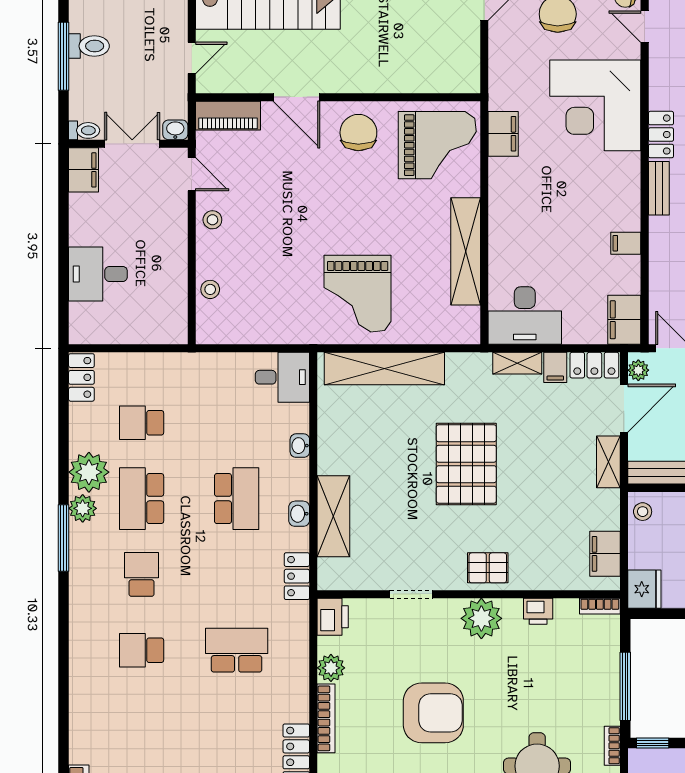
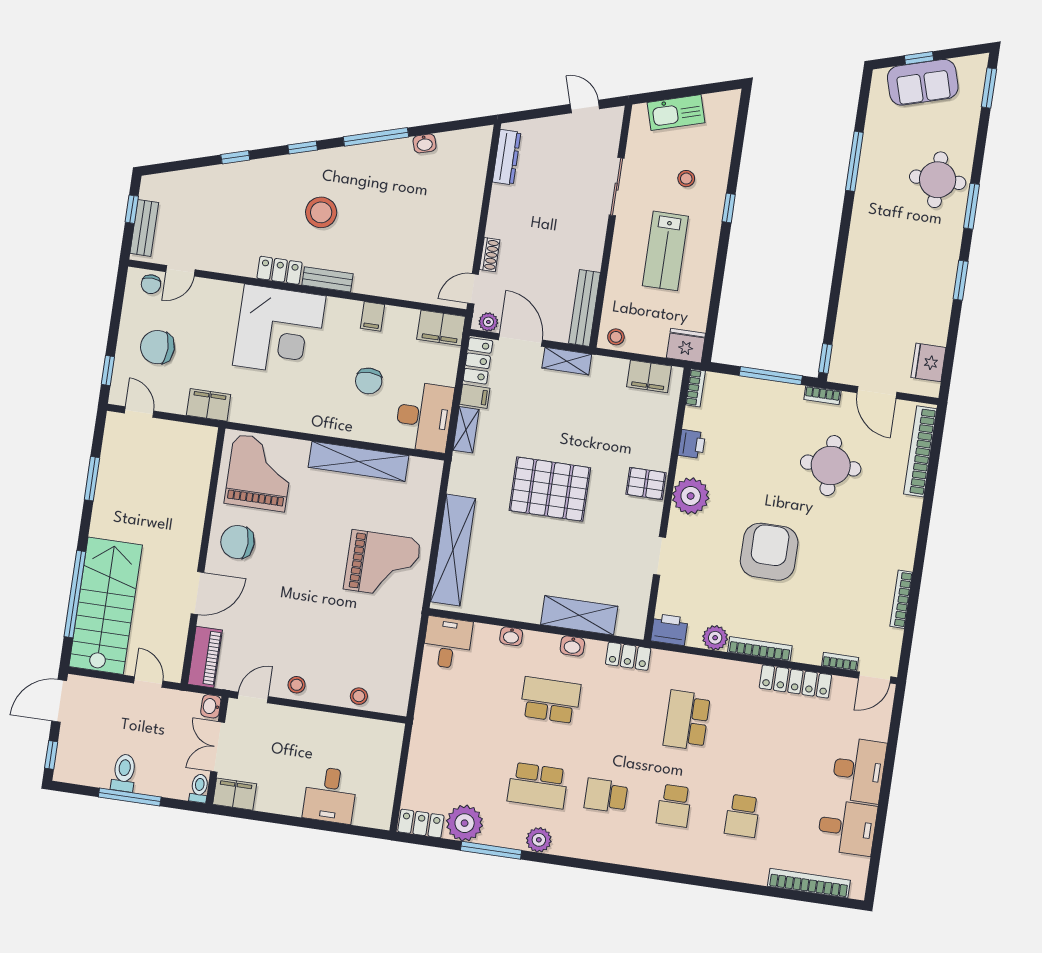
corner desk: (595, 105) -> (279, 331), moved
filing cabinet: (503, 134) -> (209, 405), moved
chair: (555, 249) -> (369, 381), added
school desk: (142, 423) -> (742, 816), moved
plant: (89, 472) -> (465, 823), moved
window: (64, 538) -> (491, 850), moved
pallet: (488, 568) -> (646, 483), turned 90

